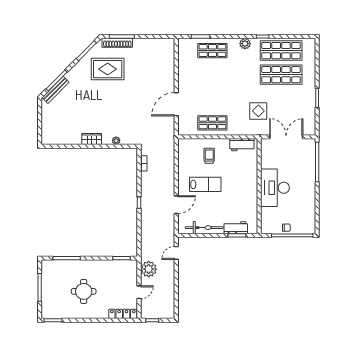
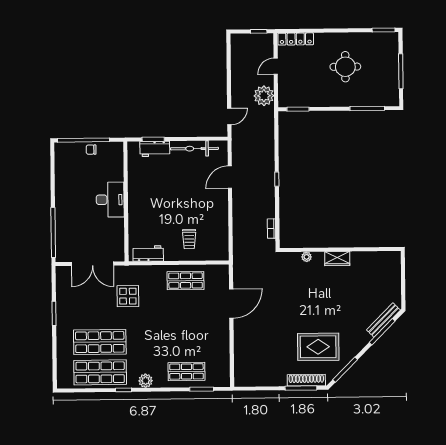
lab bench: (205, 184) -> (194, 203), removed
desk: (275, 188) -> (110, 200), width x0.73, depth x0.77

